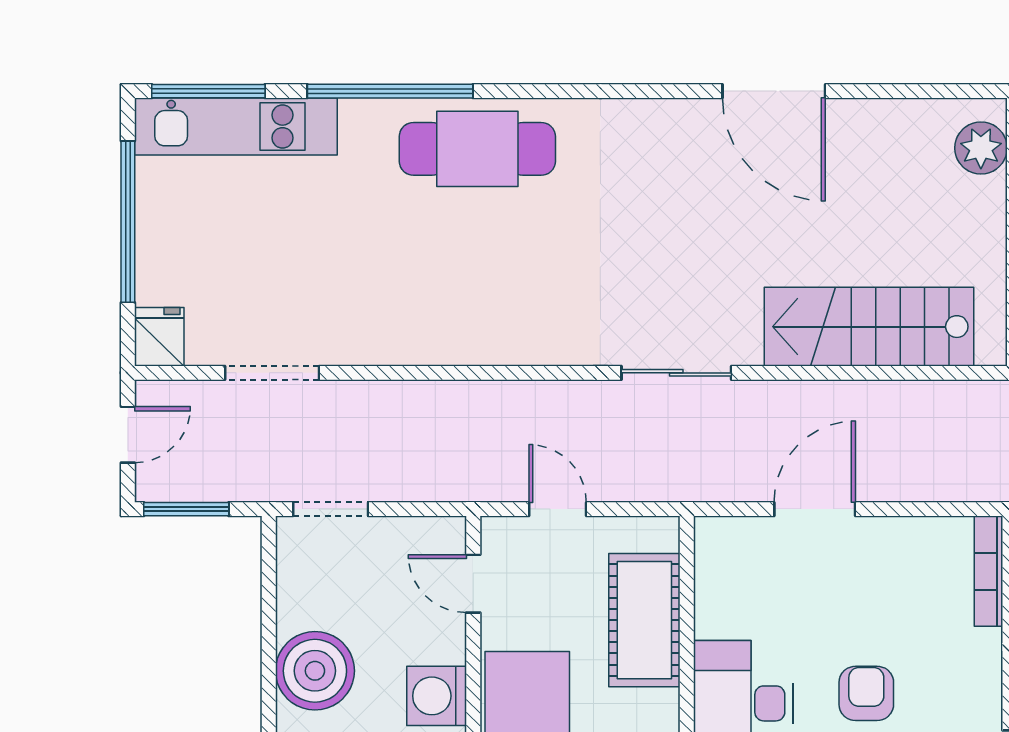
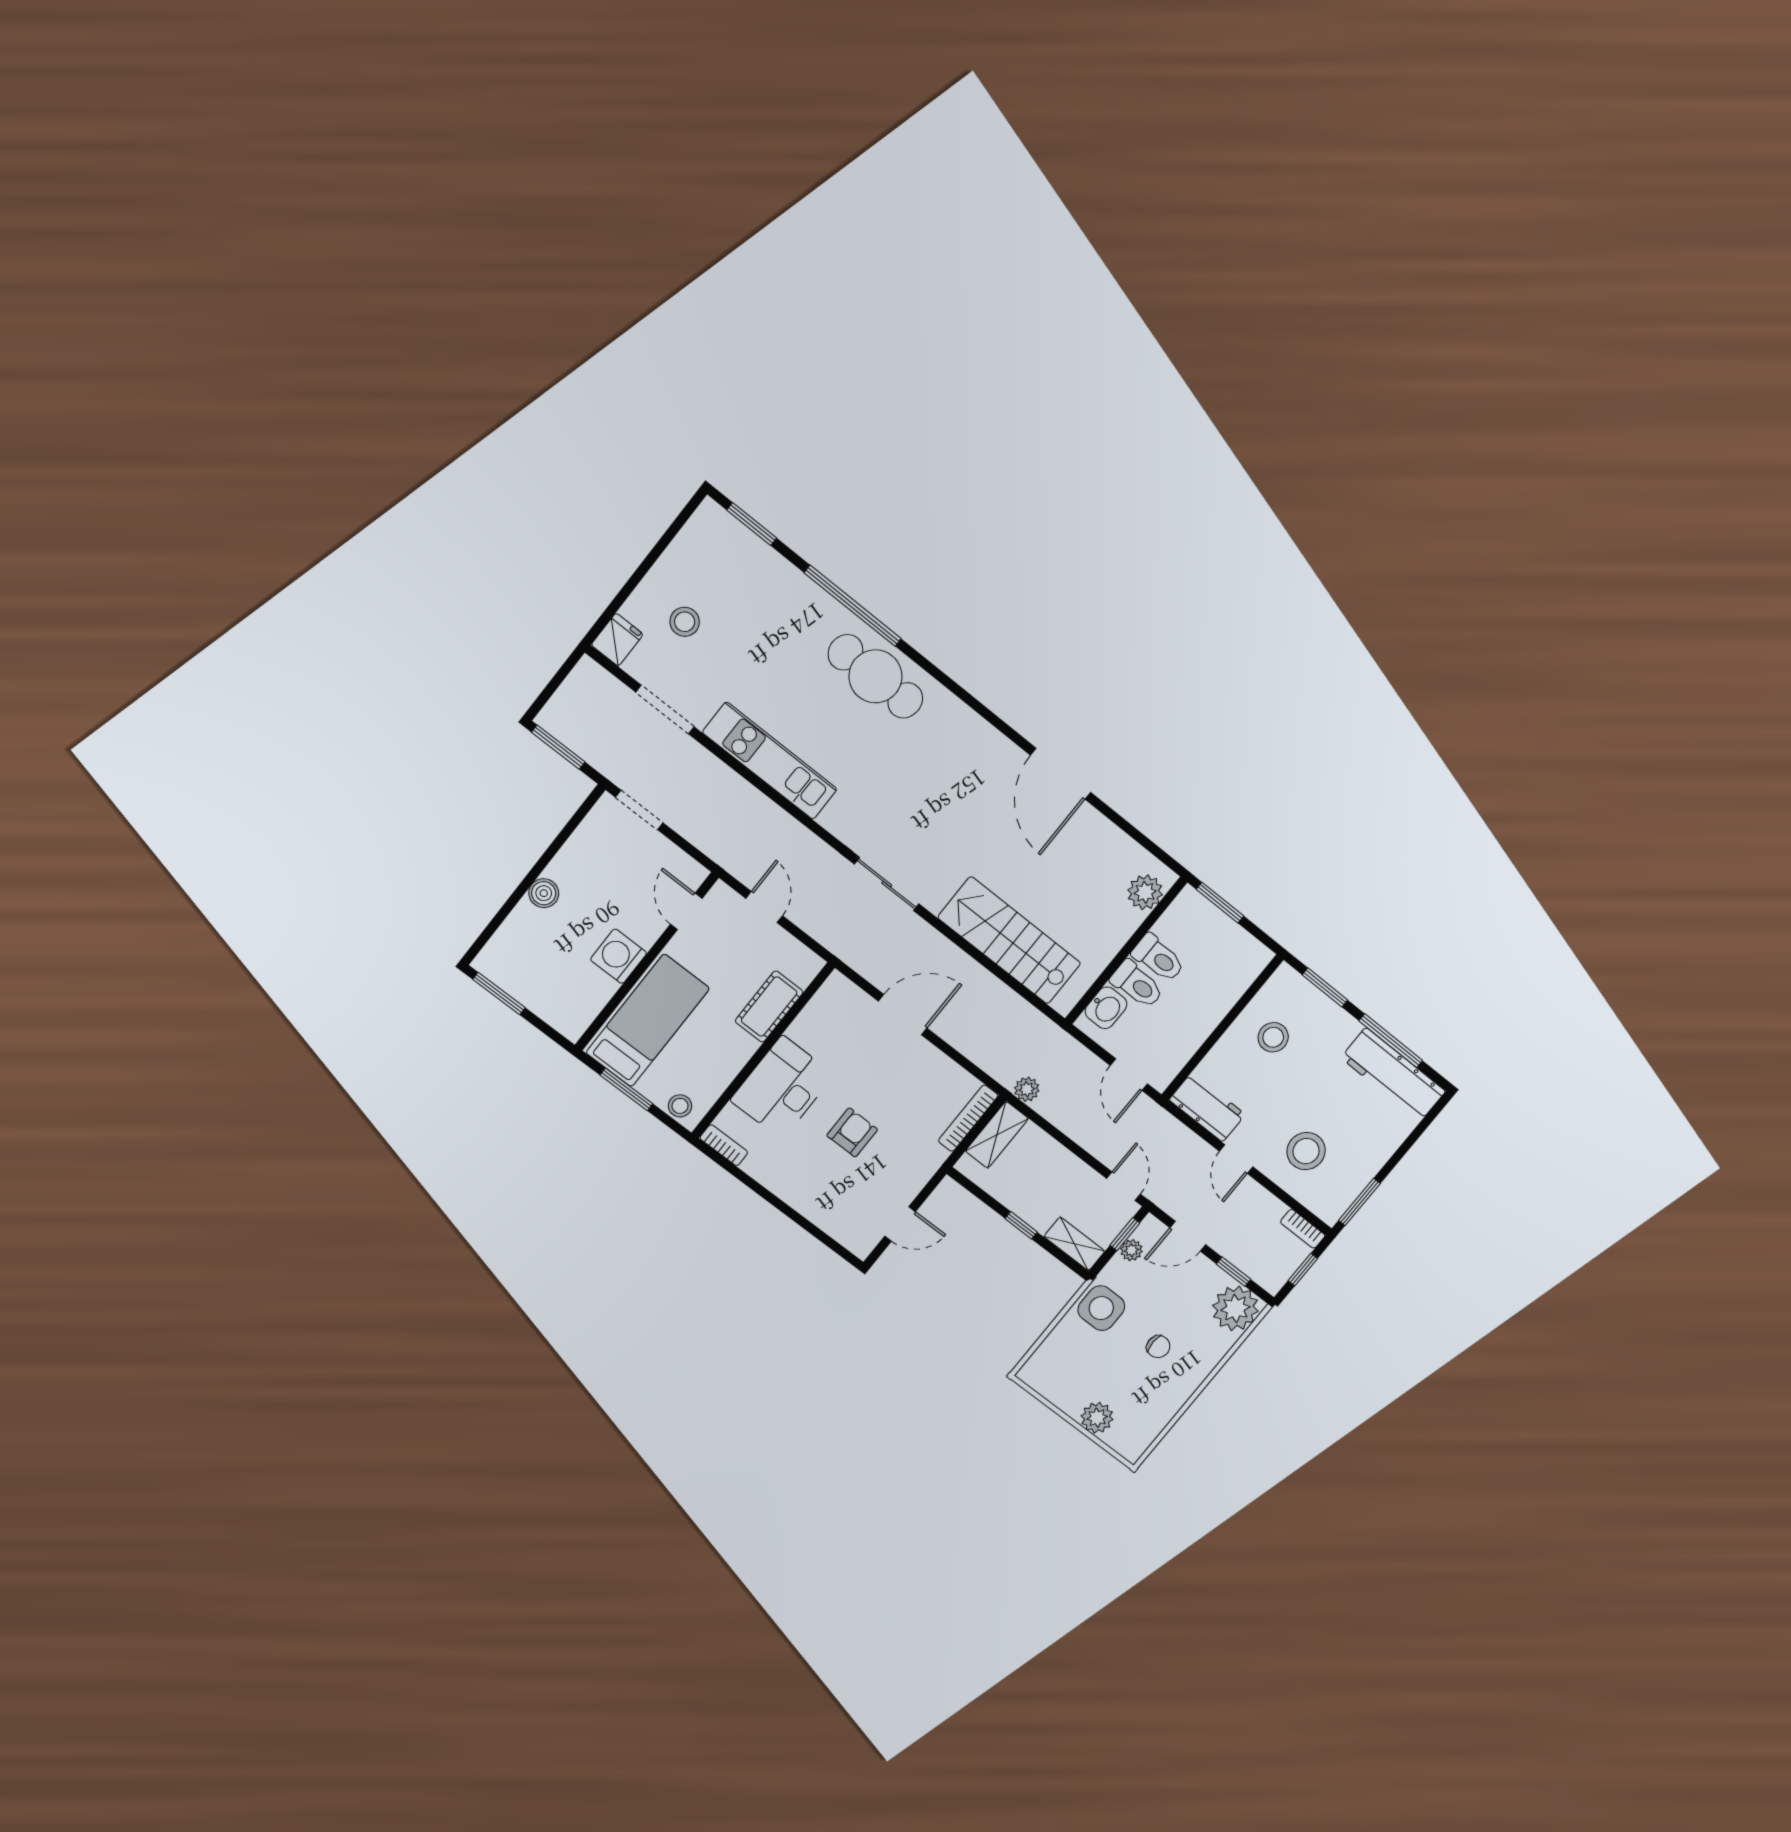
window: (208, 91) -> (752, 524), width x0.69
kitchen unit: (236, 126) -> (770, 761), moved, turned 180
window: (128, 222) -> (649, 561), removed
stool: (218, 258) -> (685, 622), added
door: (128, 435) -> (557, 680), removed
cot: (644, 620) -> (769, 1007), width x0.73, depth x0.75
boiler: (315, 671) -> (544, 893), width x0.54, depth x0.54

